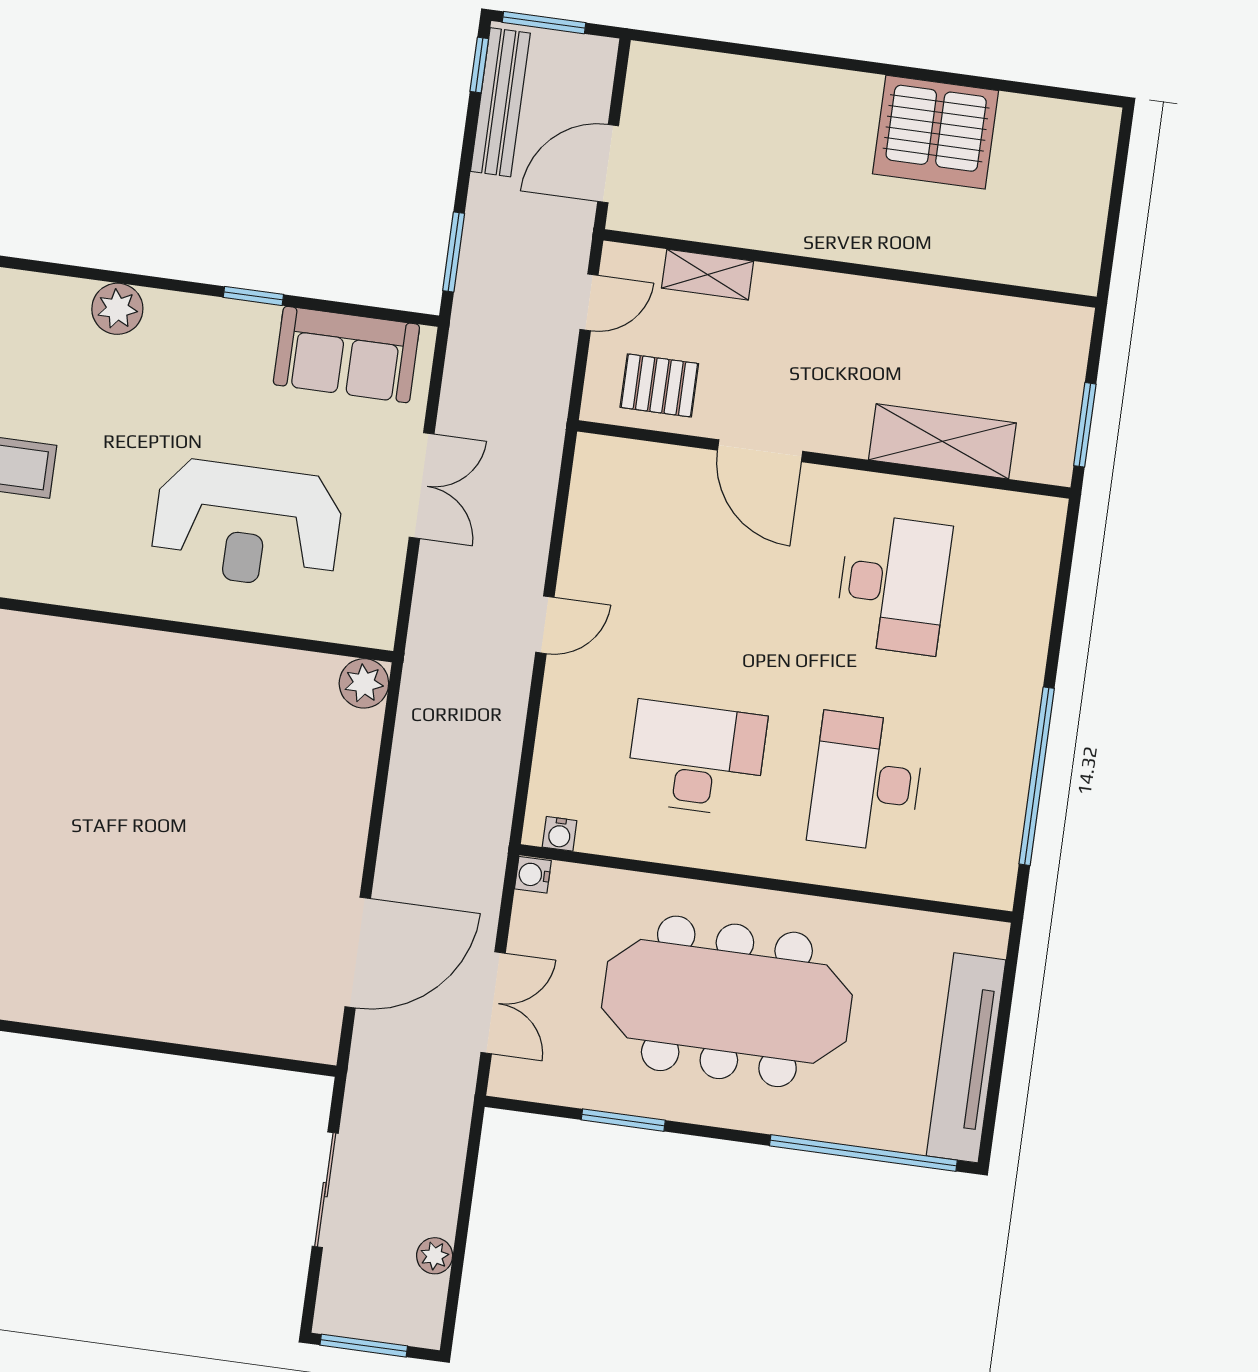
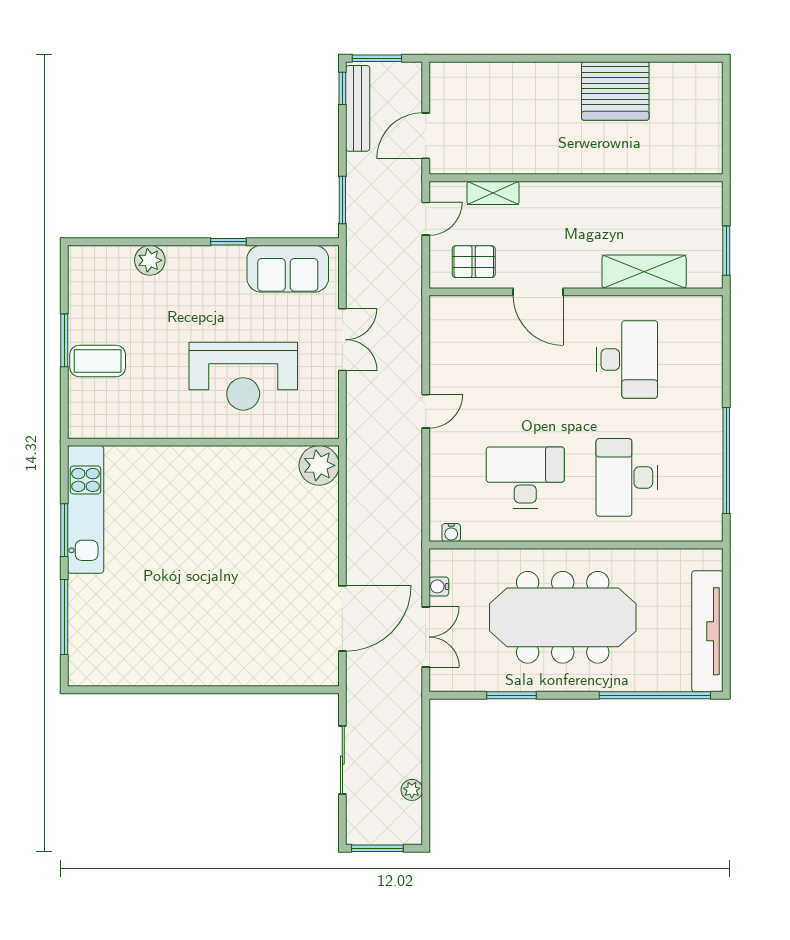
plant: (364, 683) -> (319, 465), width x1.36, depth x1.36
water cooler: (533, 875) -> (439, 586), moved

